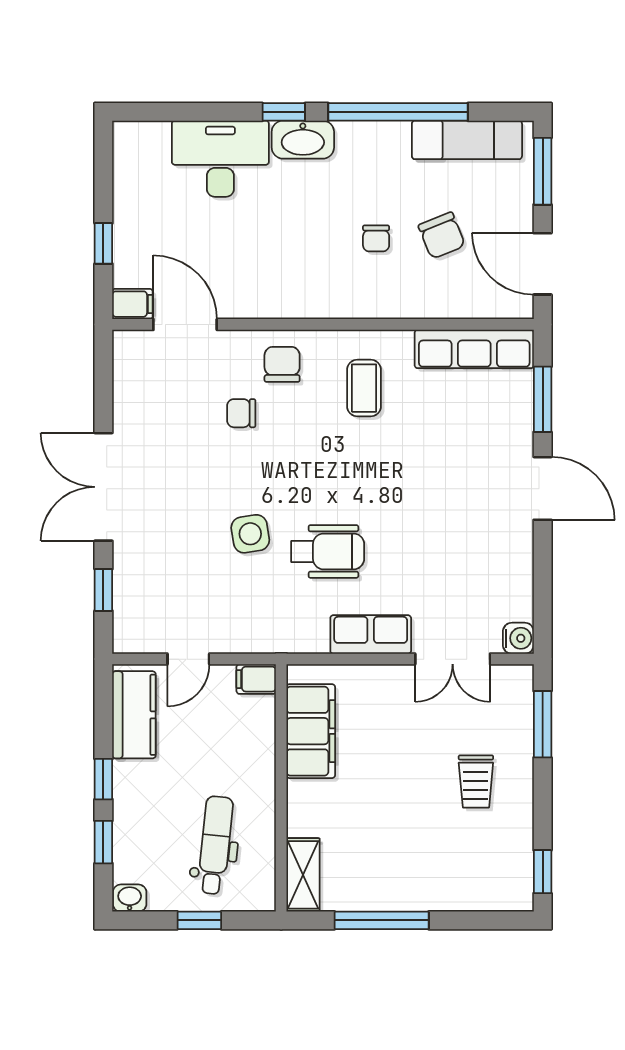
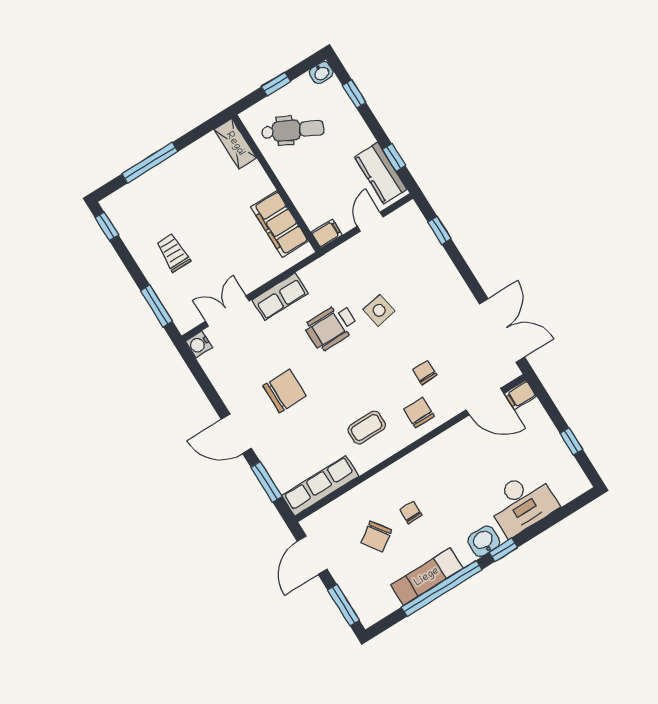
washbasin: (303, 140) -> (484, 541), width x0.72
exam couch: (467, 140) -> (427, 577), moved
chair: (442, 236) -> (376, 536), turned -103
window: (103, 243) -> (571, 441), moved
door: (543, 264) -> (312, 555), swing flipped
chair: (282, 364) -> (419, 413), turned 180
coffee table: (364, 388) -> (367, 428), turned 90
chair: (241, 413) -> (425, 372), turned -90
double door: (103, 487) -> (502, 330), moved
chair: (443, 505) -> (285, 391), added
window: (103, 779) -> (394, 158), moved
dental chair: (215, 845) -> (293, 130), turned -69
window: (382, 920) -> (150, 163), moved

